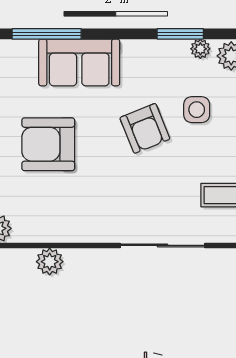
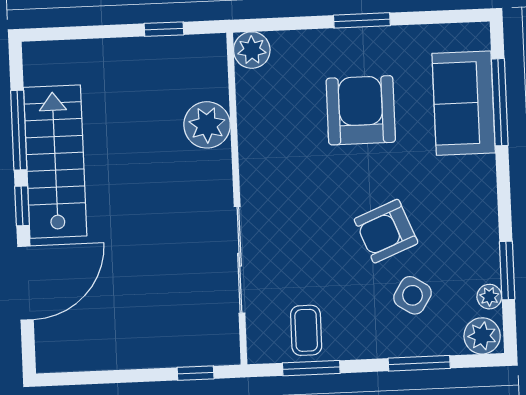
sofa: (79, 62) -> (464, 103), moved
side table: (197, 110) -> (412, 295), turned 32
plant: (50, 262) -> (207, 125), width x1.36, depth x1.36

